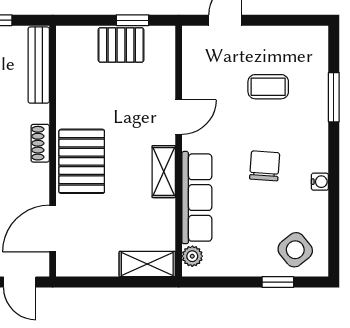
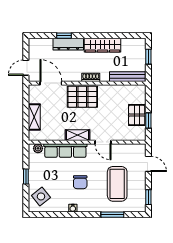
window: (296, 20) -> (148, 197), added
coffee table: (268, 87) -> (117, 184), width x1.86, depth x1.72
chair: (265, 166) -> (80, 182), turned 86
shelving: (147, 264) -> (34, 117), moved
window: (278, 282) -> (26, 176), moved

